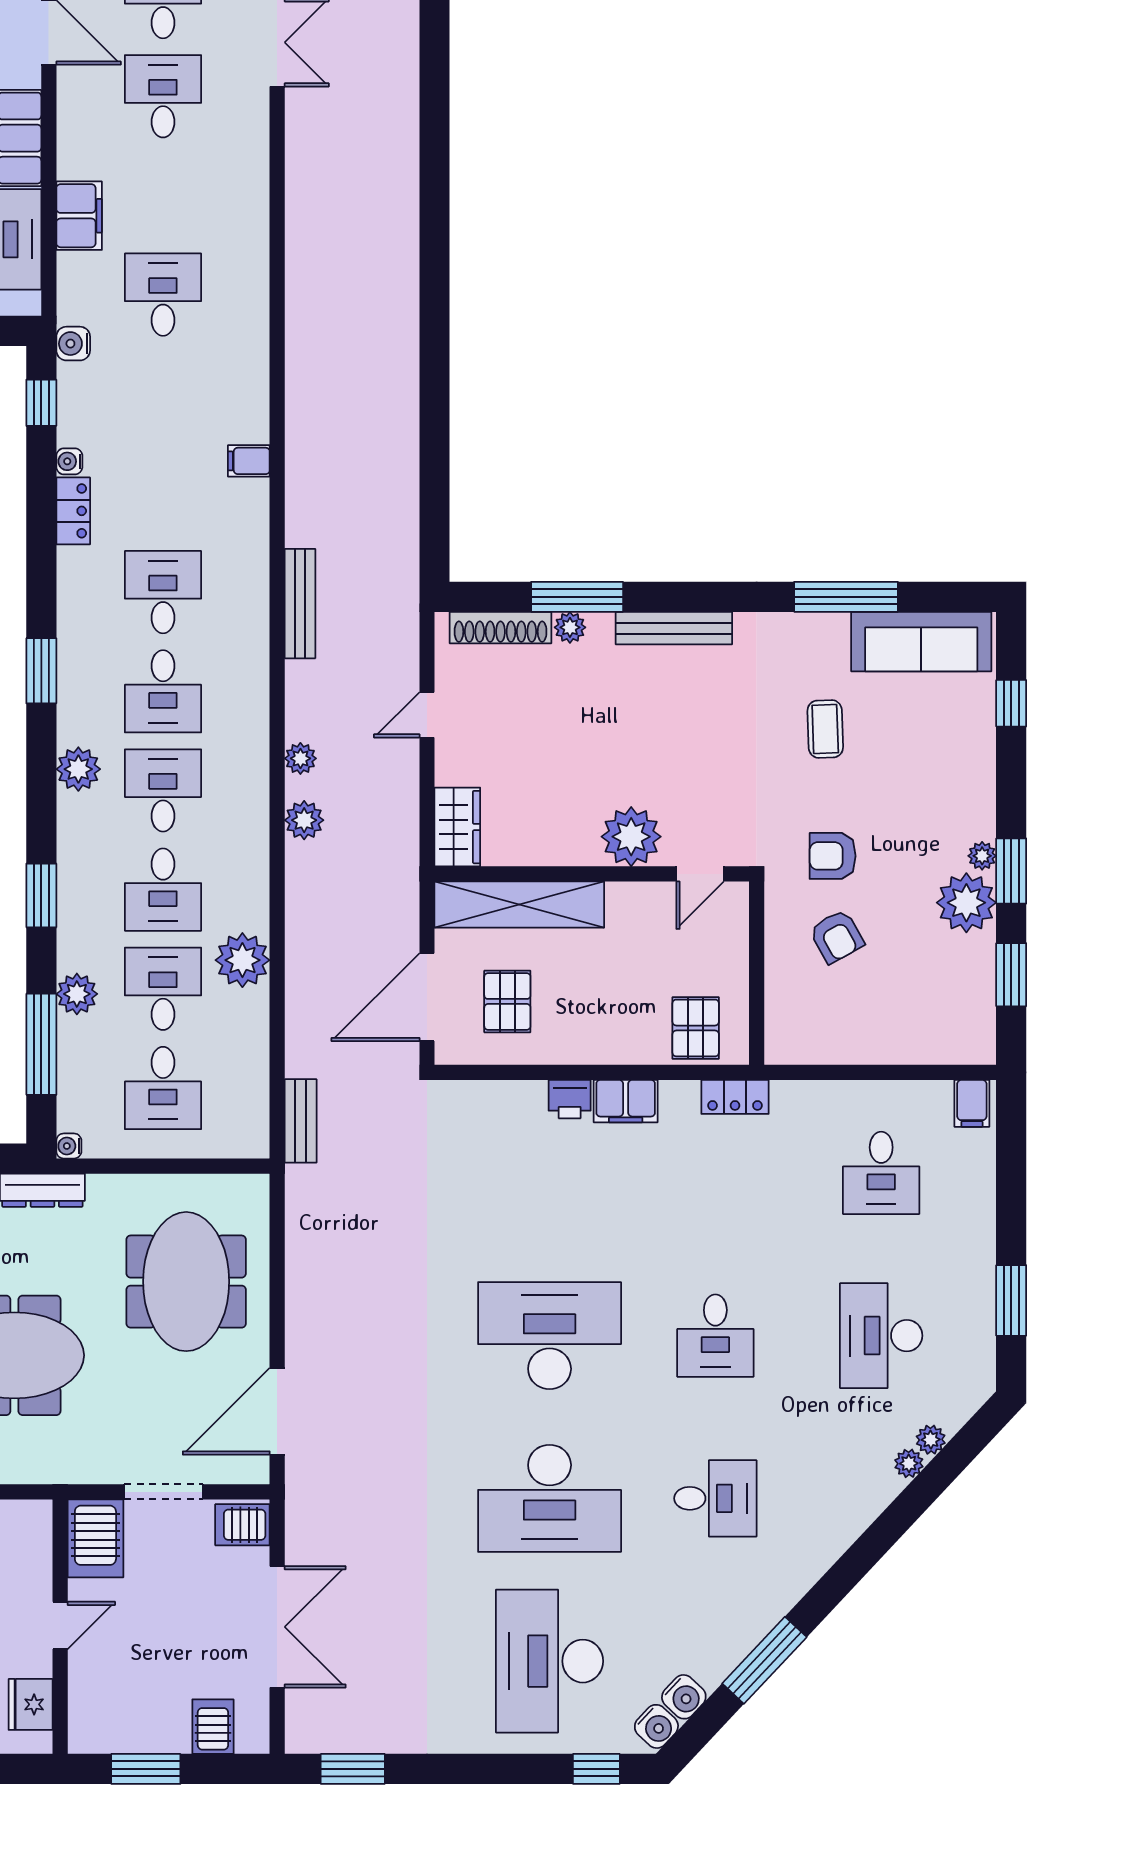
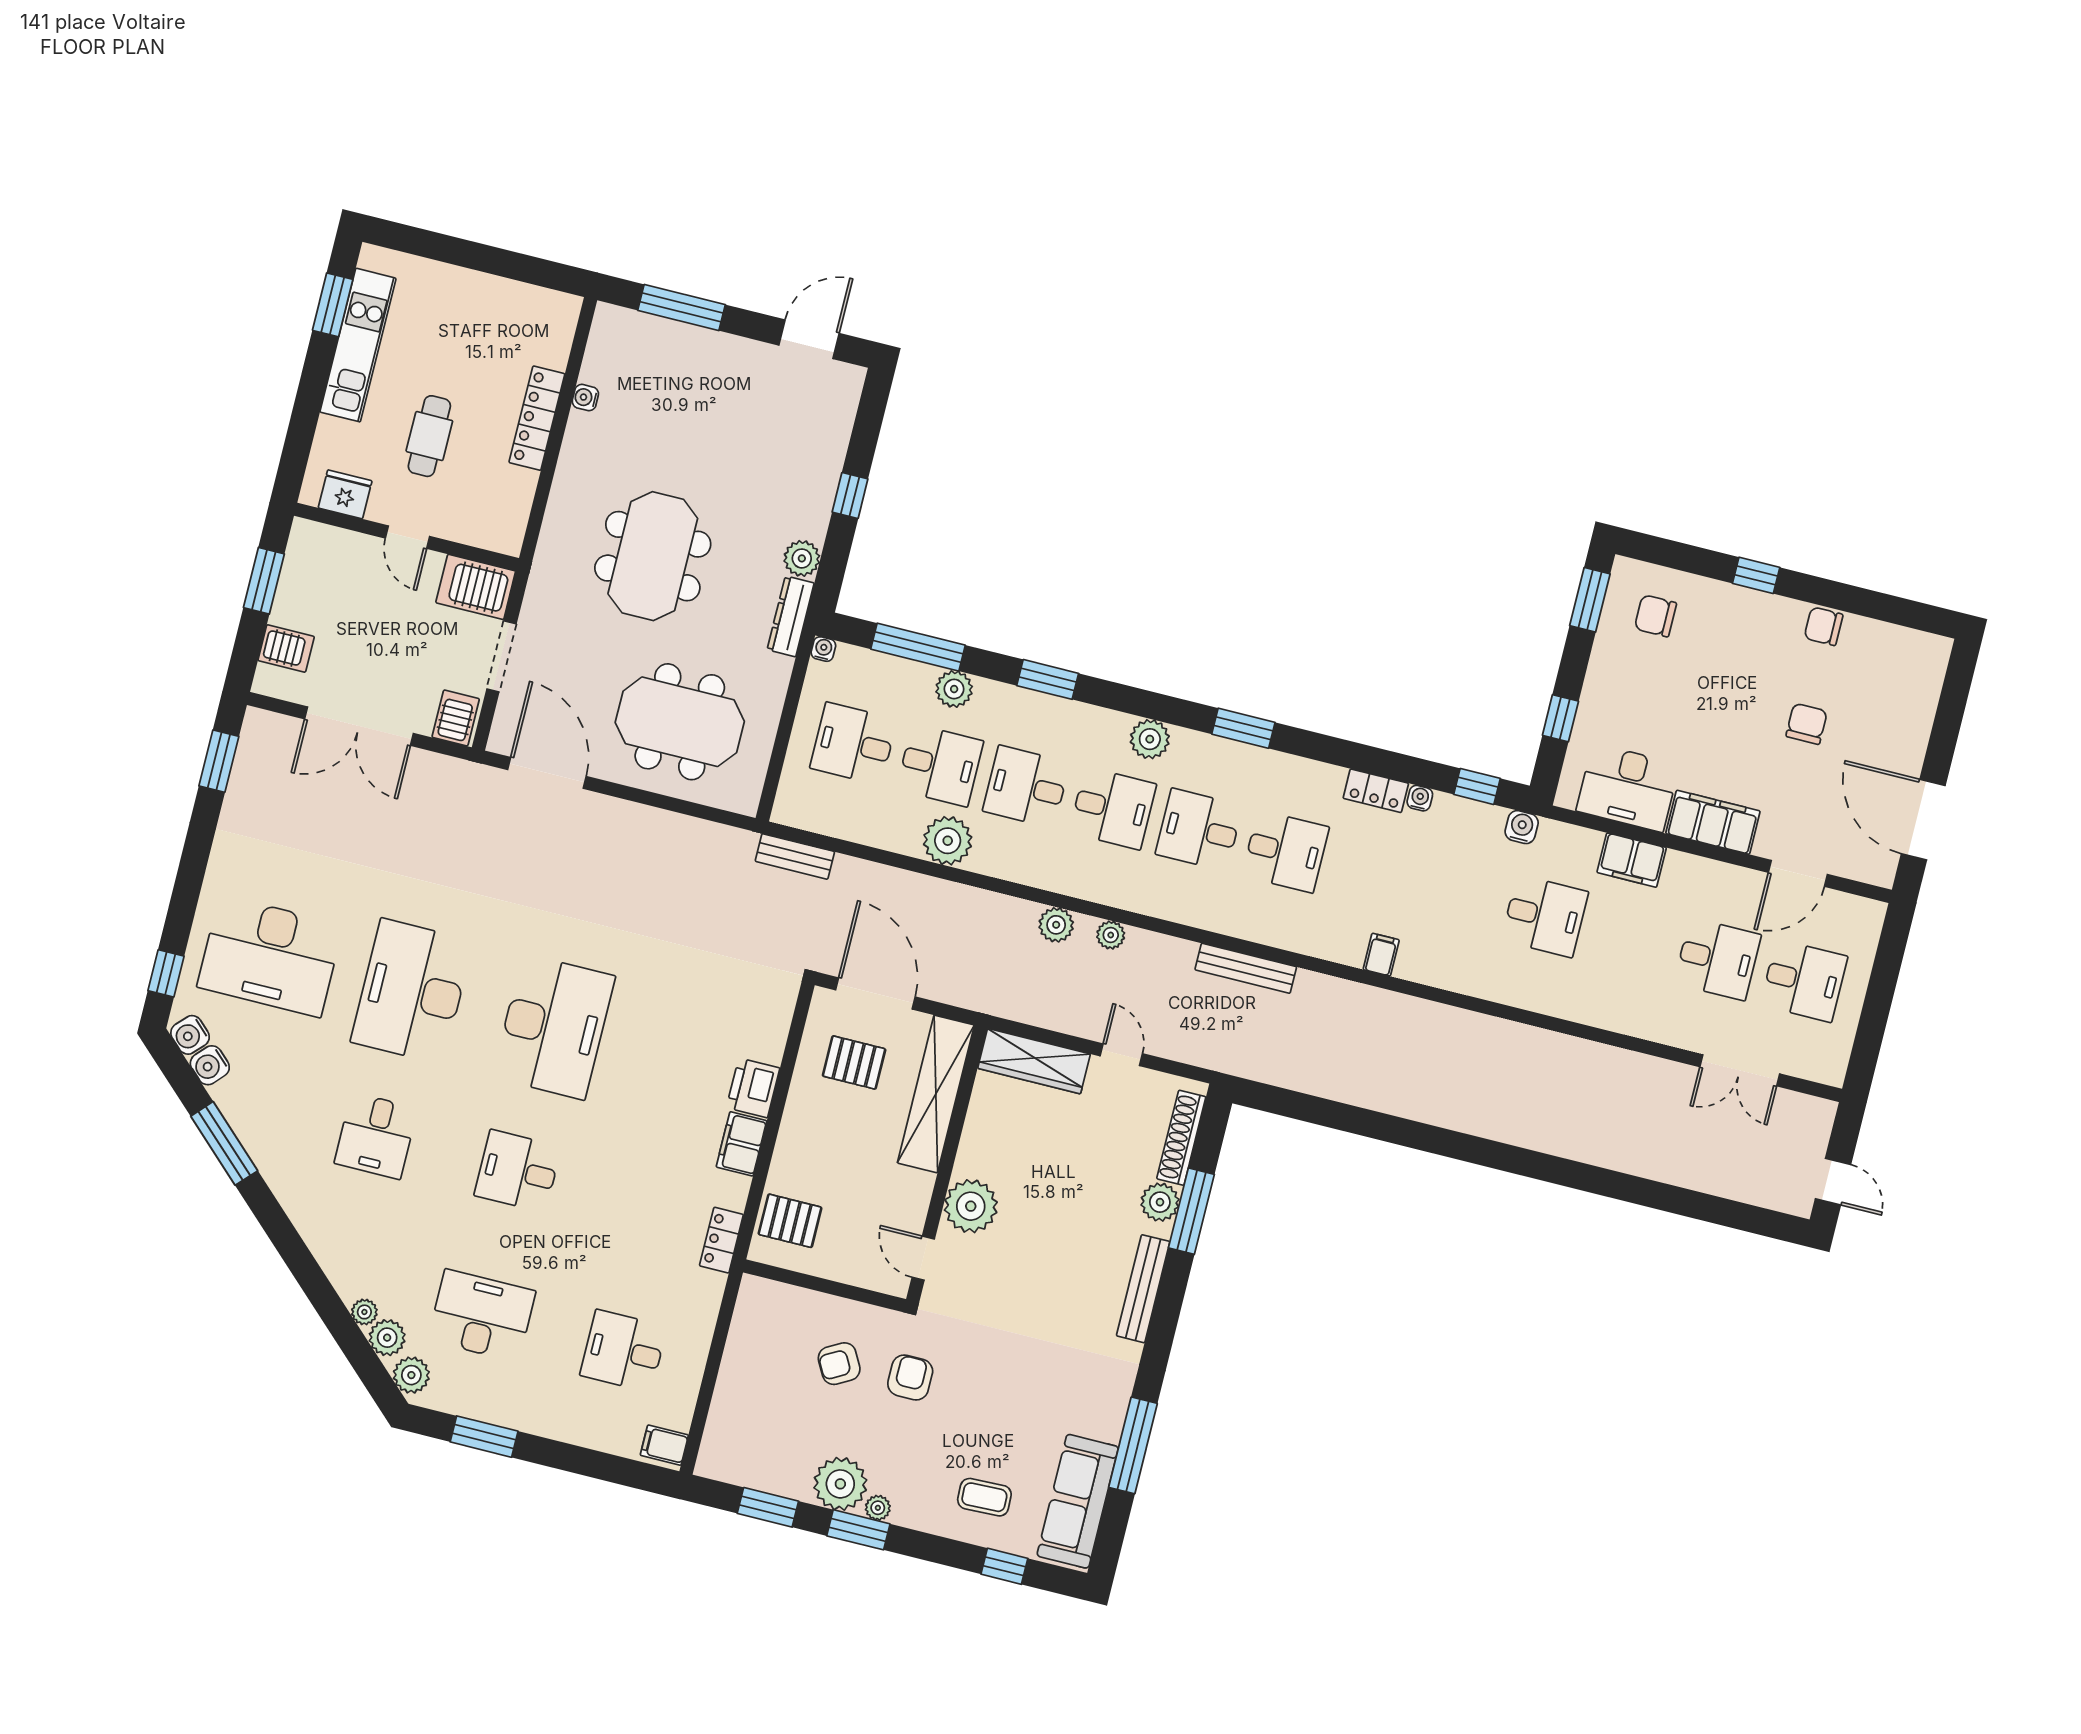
plant: (570, 627) -> (1160, 1202), width x1.38, depth x1.38
coffee table: (825, 729) -> (984, 1497), moved
wardrobe: (457, 827) -> (1034, 1061), width x1.50
printer: (570, 1099) -> (753, 1088), width x1.36, depth x1.24
plant: (964, 1396) -> (411, 1375), added
plant: (931, 1440) -> (387, 1338), width x1.38, depth x1.38
desk: (550, 1661) -> (270, 956), turned 180

